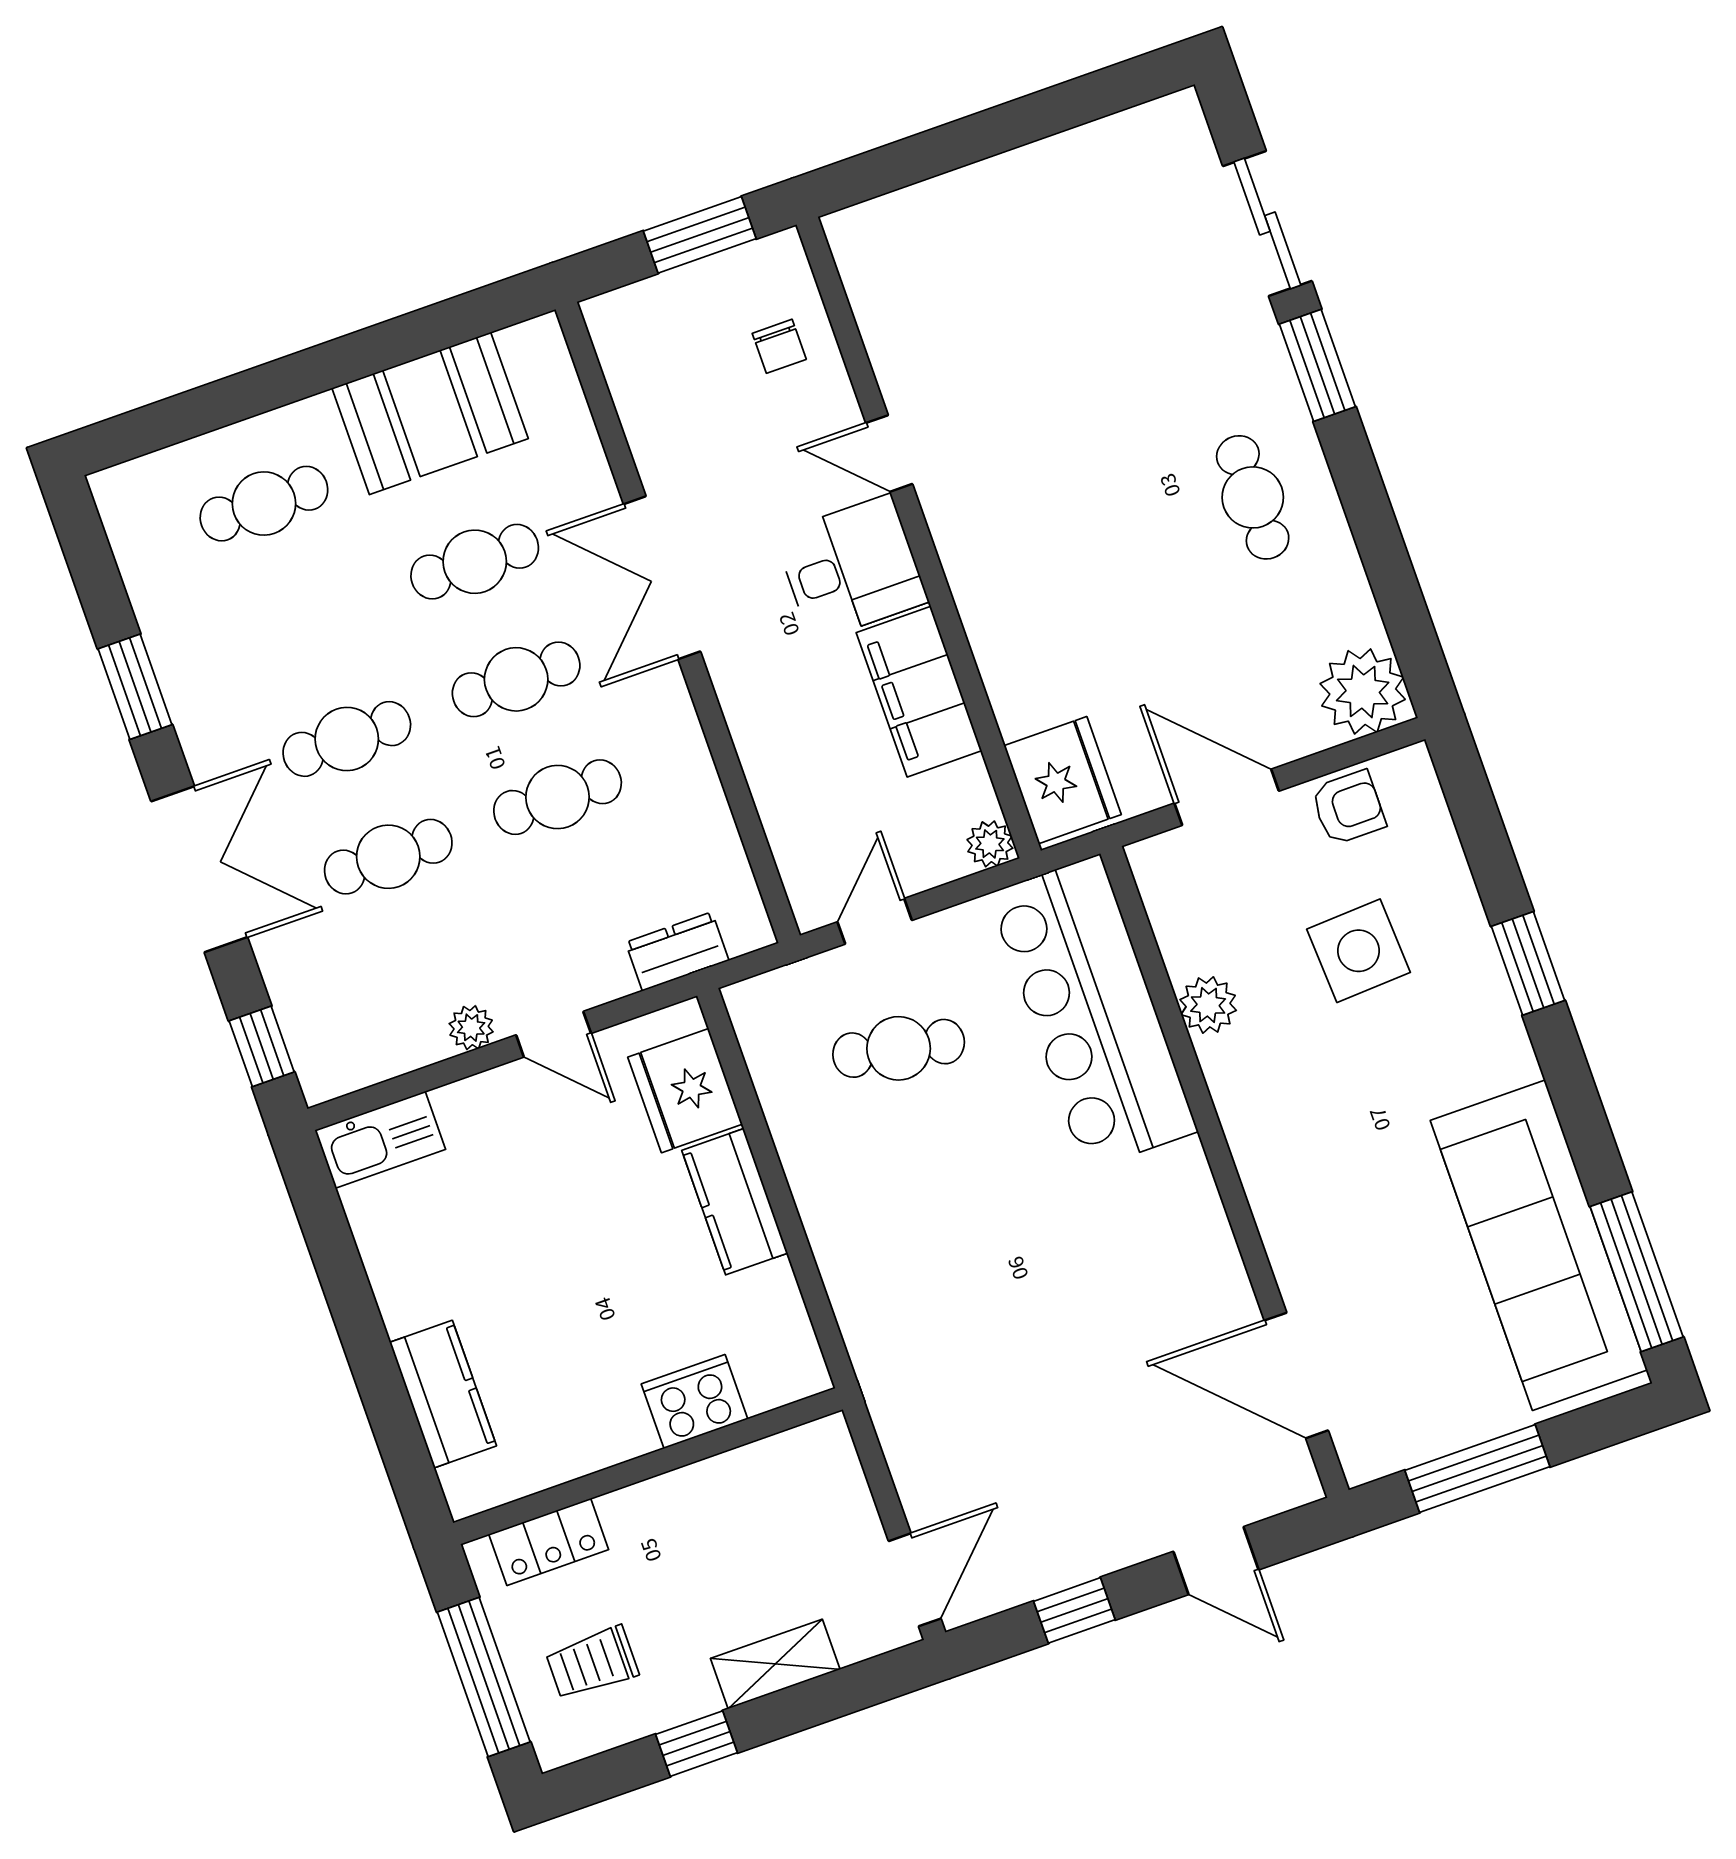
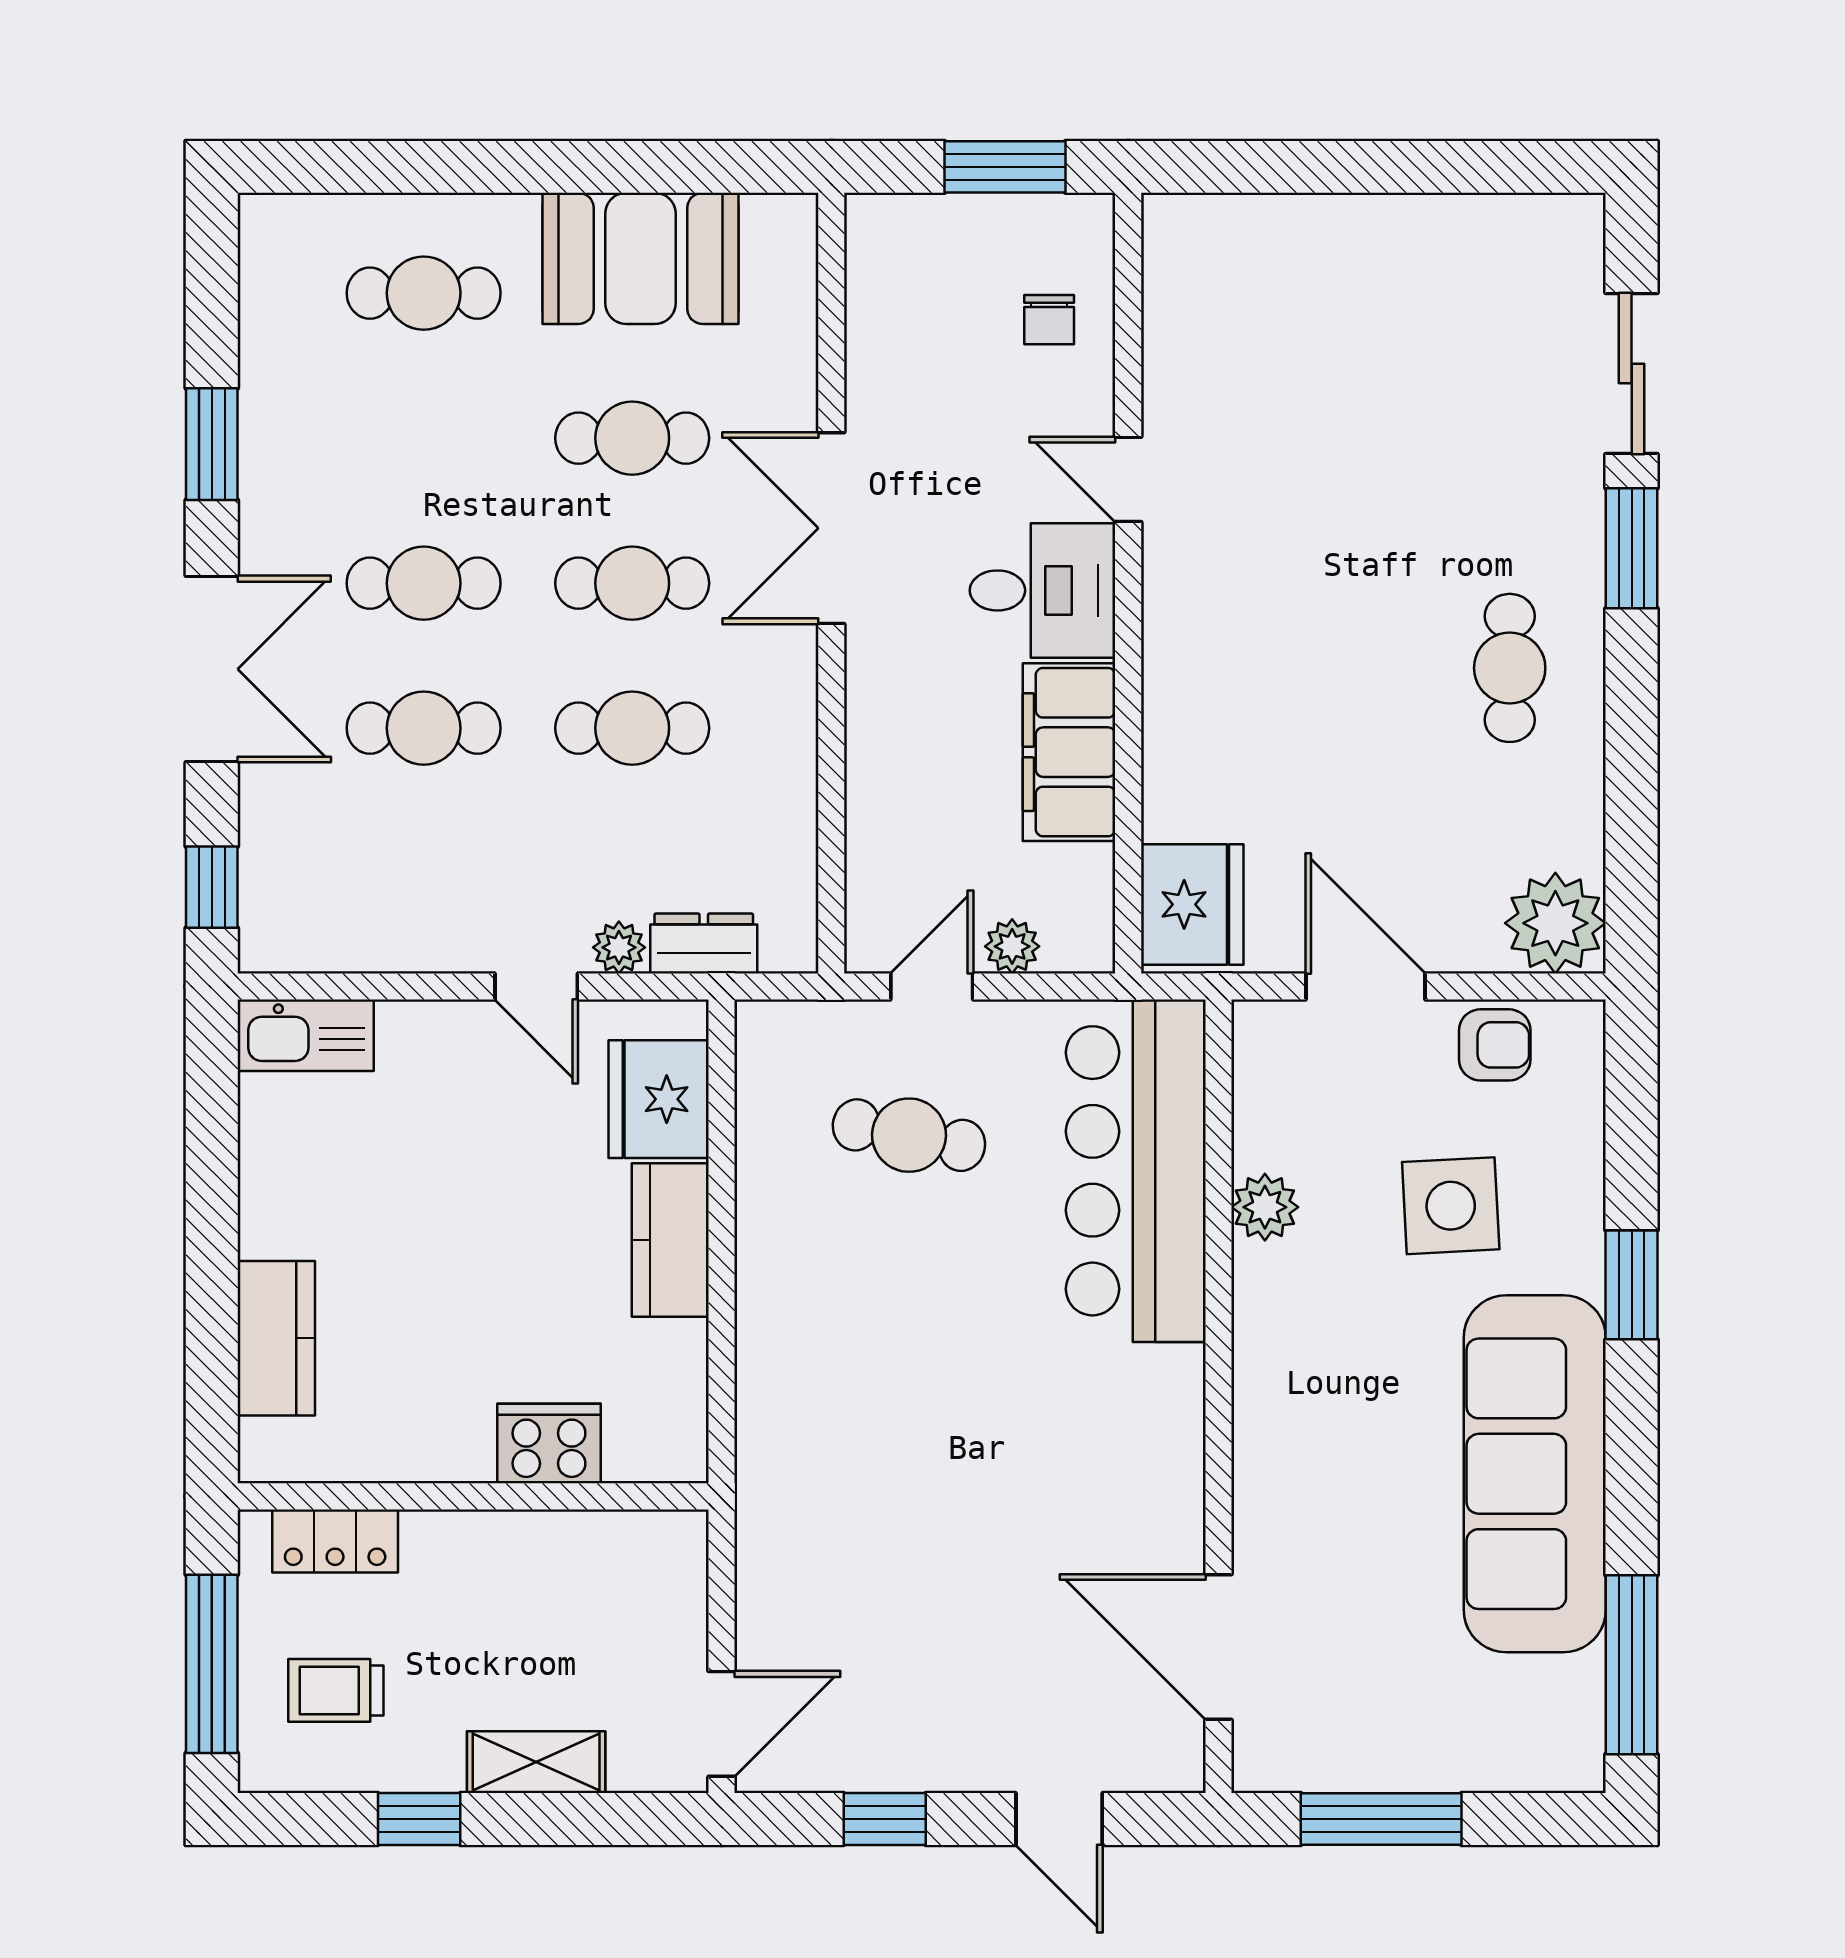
plant: (990, 844) -> (1012, 946), moved
plant: (471, 1028) -> (619, 947), moved
sofa: (1539, 1245) -> (1535, 1474), moved

